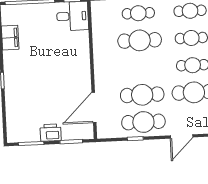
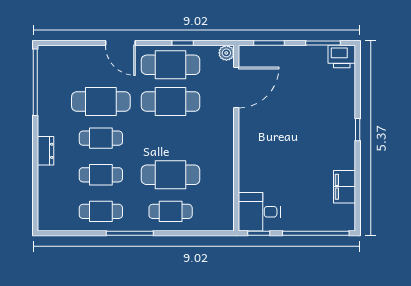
printer: (51, 133) -> (342, 57), moved
plant: (102, 133) -> (226, 53), added
door: (182, 136) -> (120, 43), swing flipped

